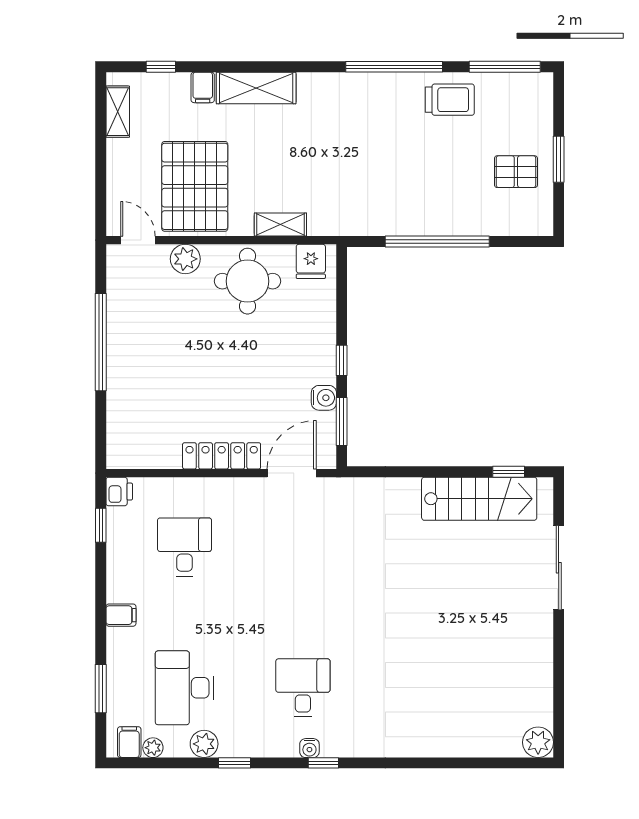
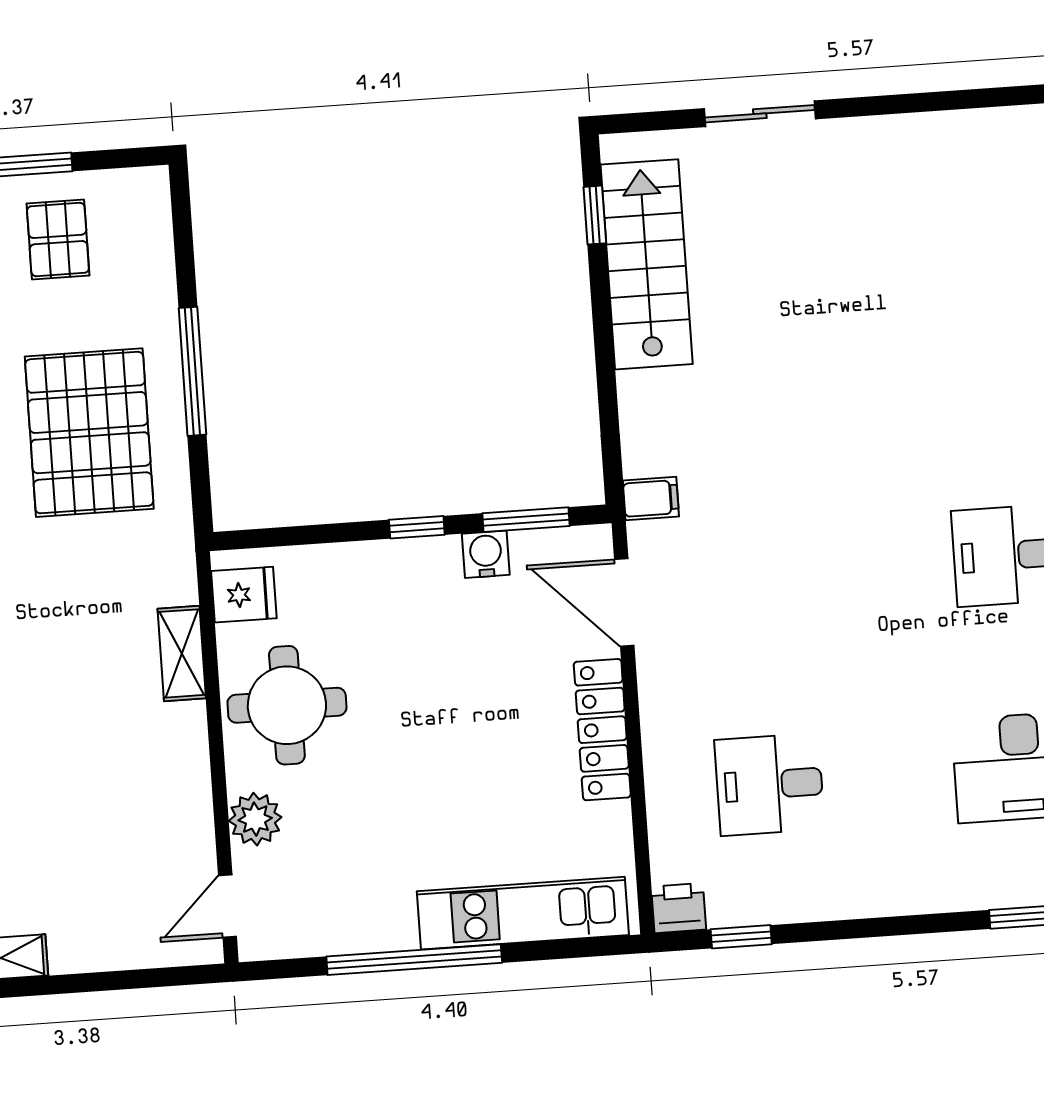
pallet: (195, 186) -> (89, 433), moved, turned 90
window: (437, 241) -> (192, 371), width x0.68
kitchen unit: (122, 405) -> (523, 913), added
sliding door: (559, 568) -> (760, 114), width x0.73
filing cabinet: (121, 615) -> (651, 498), moved, turned 90

